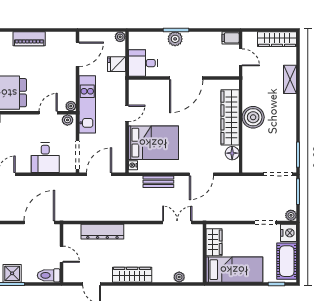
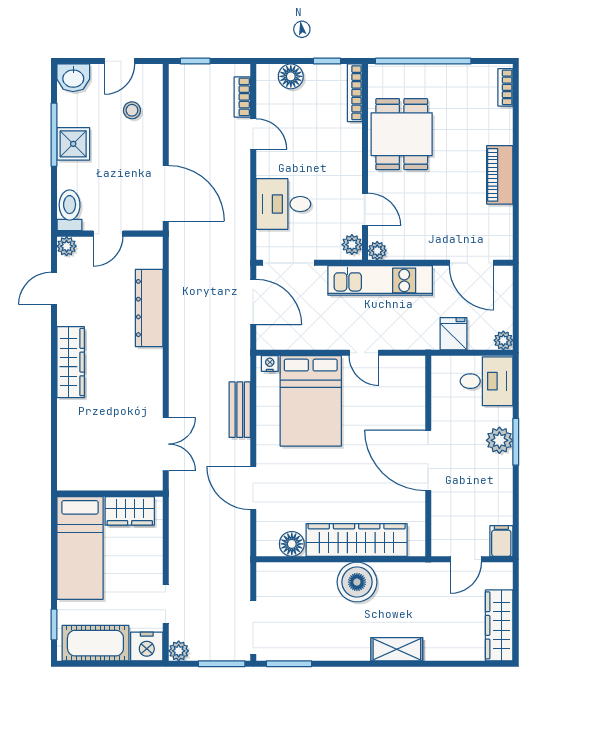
desk: (143, 63) -> (487, 381), moved, turned 90
shelving: (290, 79) -> (397, 649), moved
plant: (179, 277) -> (67, 246), moved

